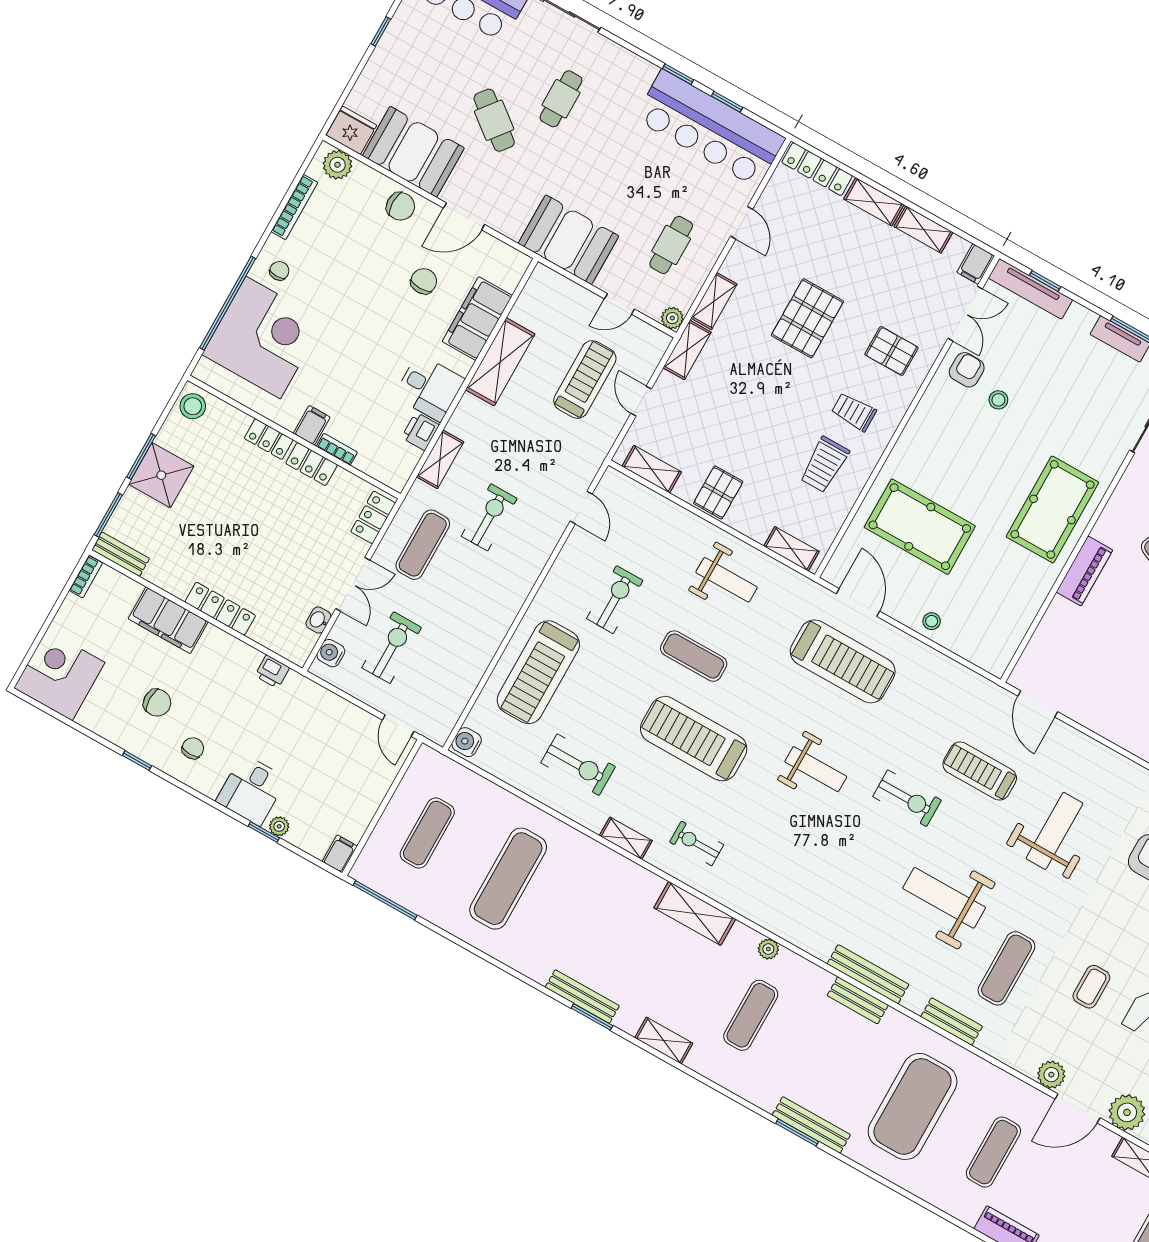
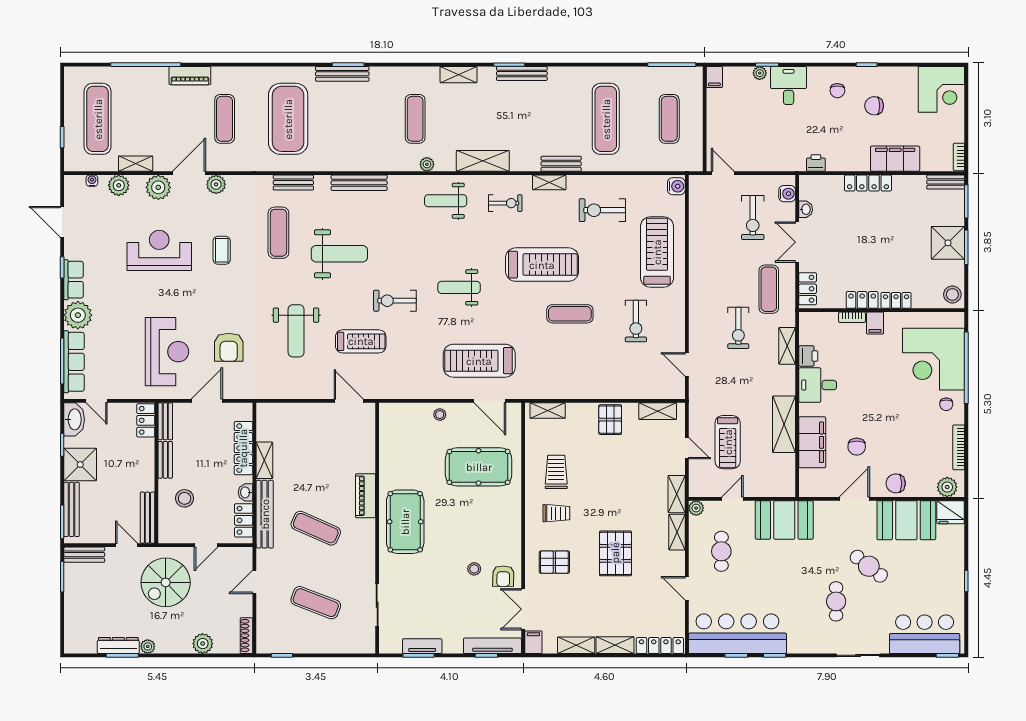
weight bench: (727, 580) -> (446, 201), moved
bench: (858, 1000) -> (561, 164), moved

